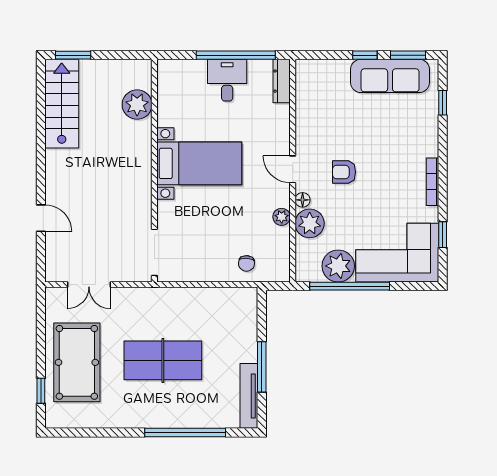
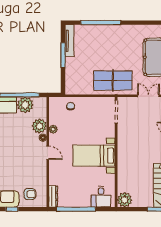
desk: (227, 80) -> (101, 197), moved
plant: (137, 105) -> (125, 200), moved
armchair: (344, 172) -> (30, 194), moved
table tennis table: (163, 360) -> (113, 80), moved

